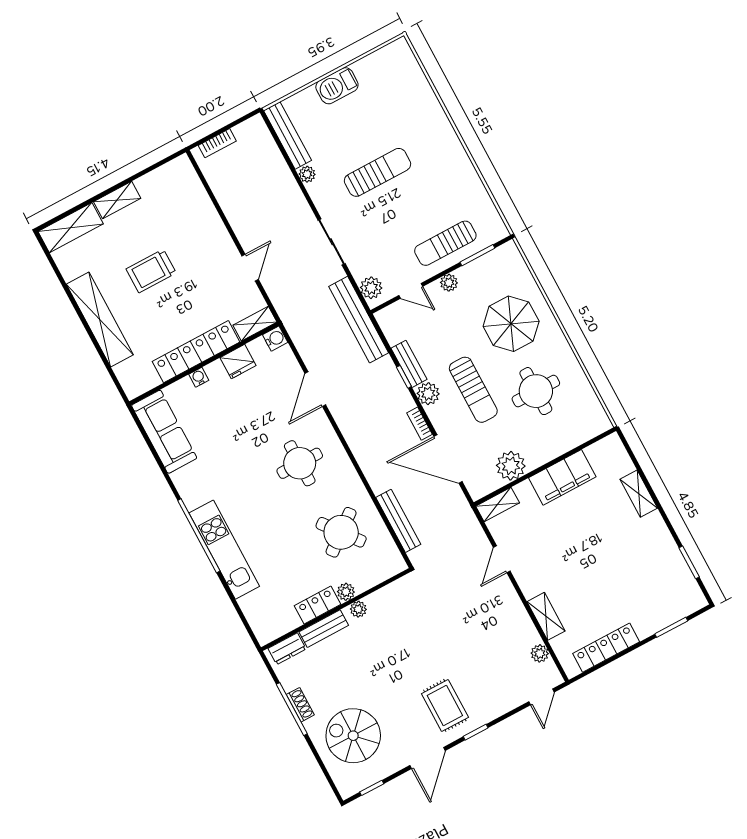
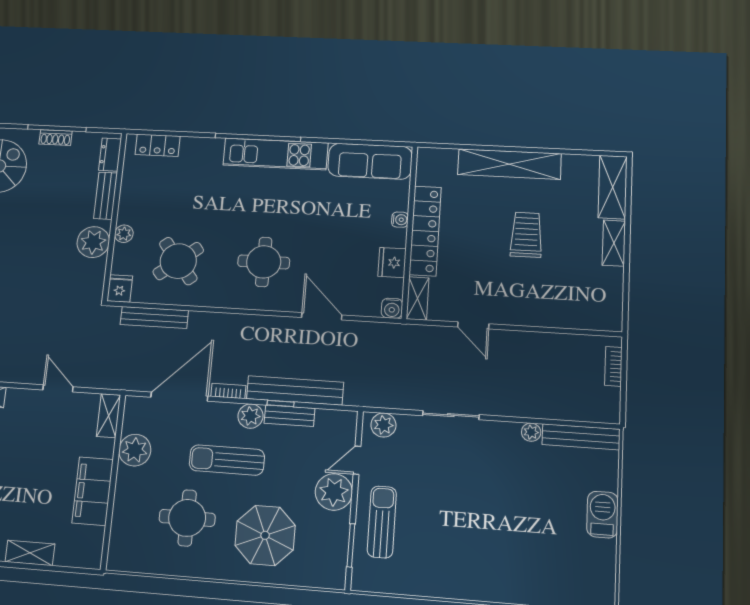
sun lounger: (378, 172) -> (492, 500), removed
plant: (449, 283) -> (334, 492), width x1.88, depth x1.88
bench: (359, 320) -> (295, 390), moved
kitchen unit: (224, 550) -> (275, 154), moved
fridge: (392, 565) -> (120, 288), added
locker: (317, 605) -> (158, 145), moved, turned 90
plant: (358, 609) -> (93, 242), width x1.87, depth x1.87

